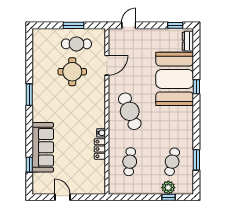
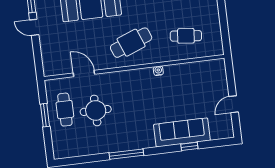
door: (129, 25) -> (34, 27), moved
window: (29, 95) -> (126, 154), width x1.44
locker: (100, 149) -> (176, 70), removed
window: (29, 165) -> (189, 146), moved

